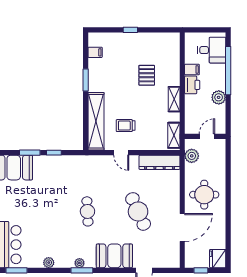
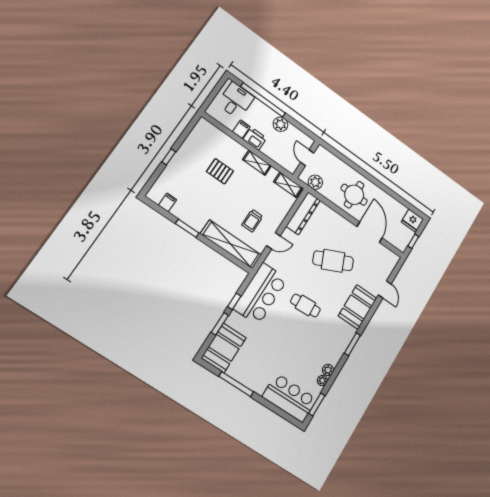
bar counter: (73, 169) -> (261, 294), added
plant: (79, 263) -> (322, 381), moved

